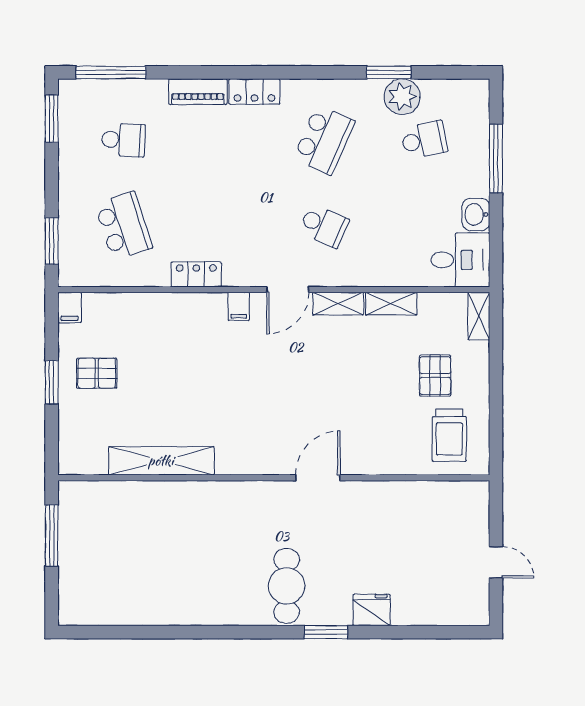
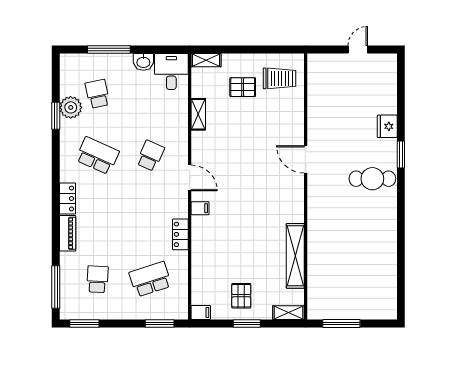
shelving: (338, 303) -> (289, 313), moved, turned 90

